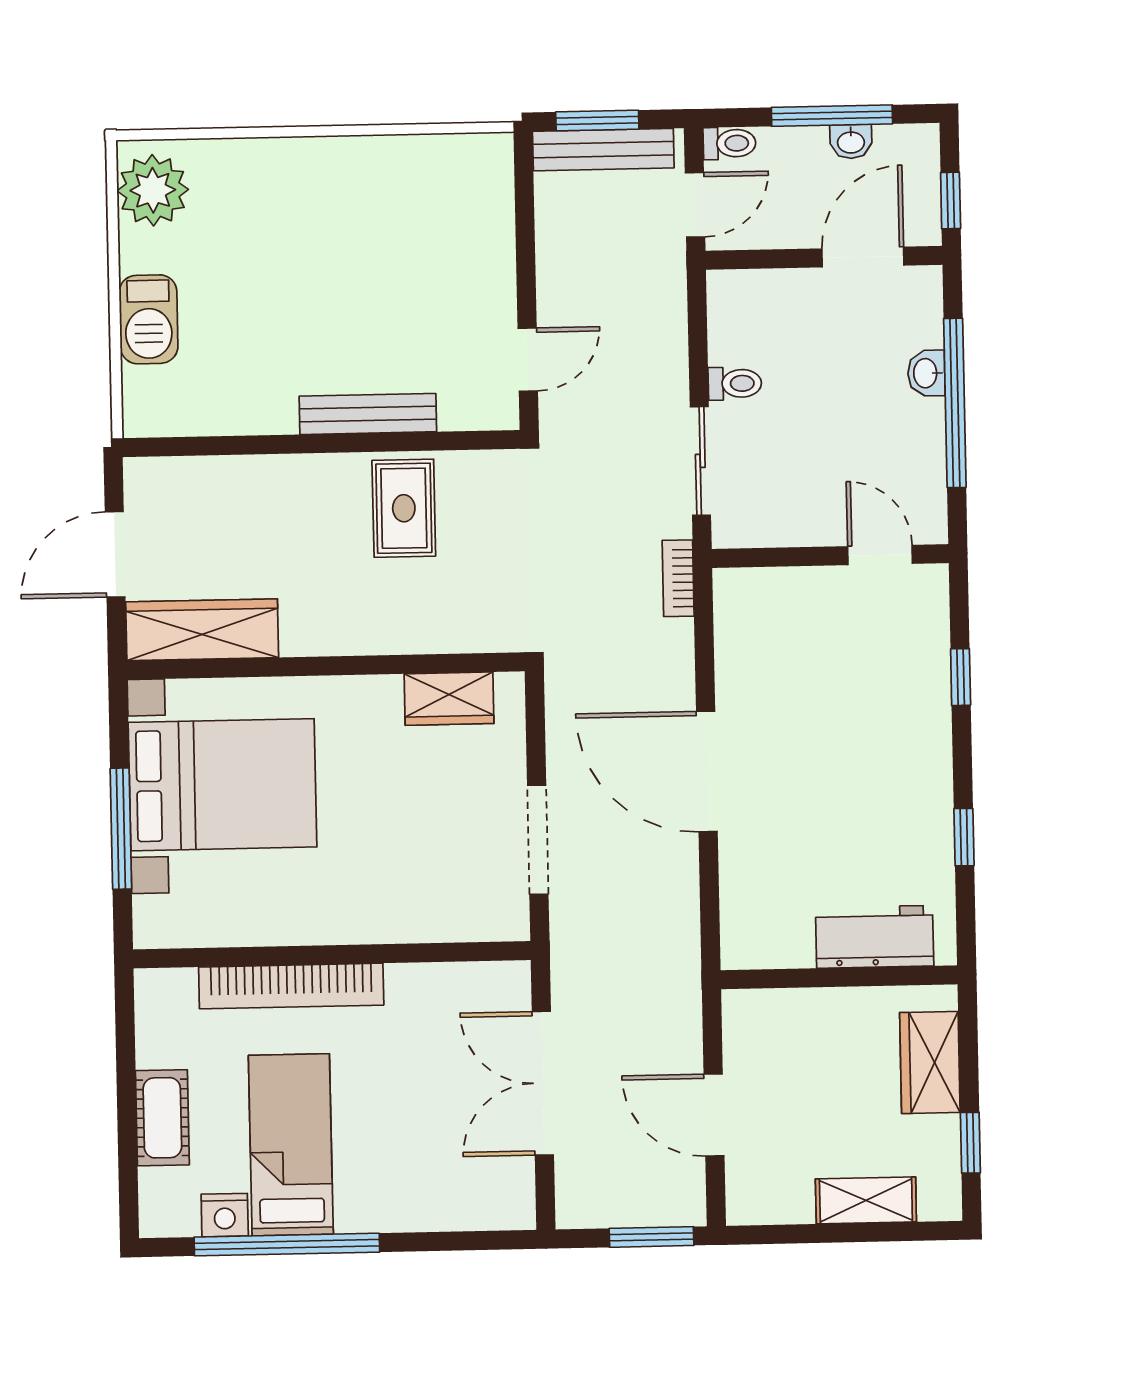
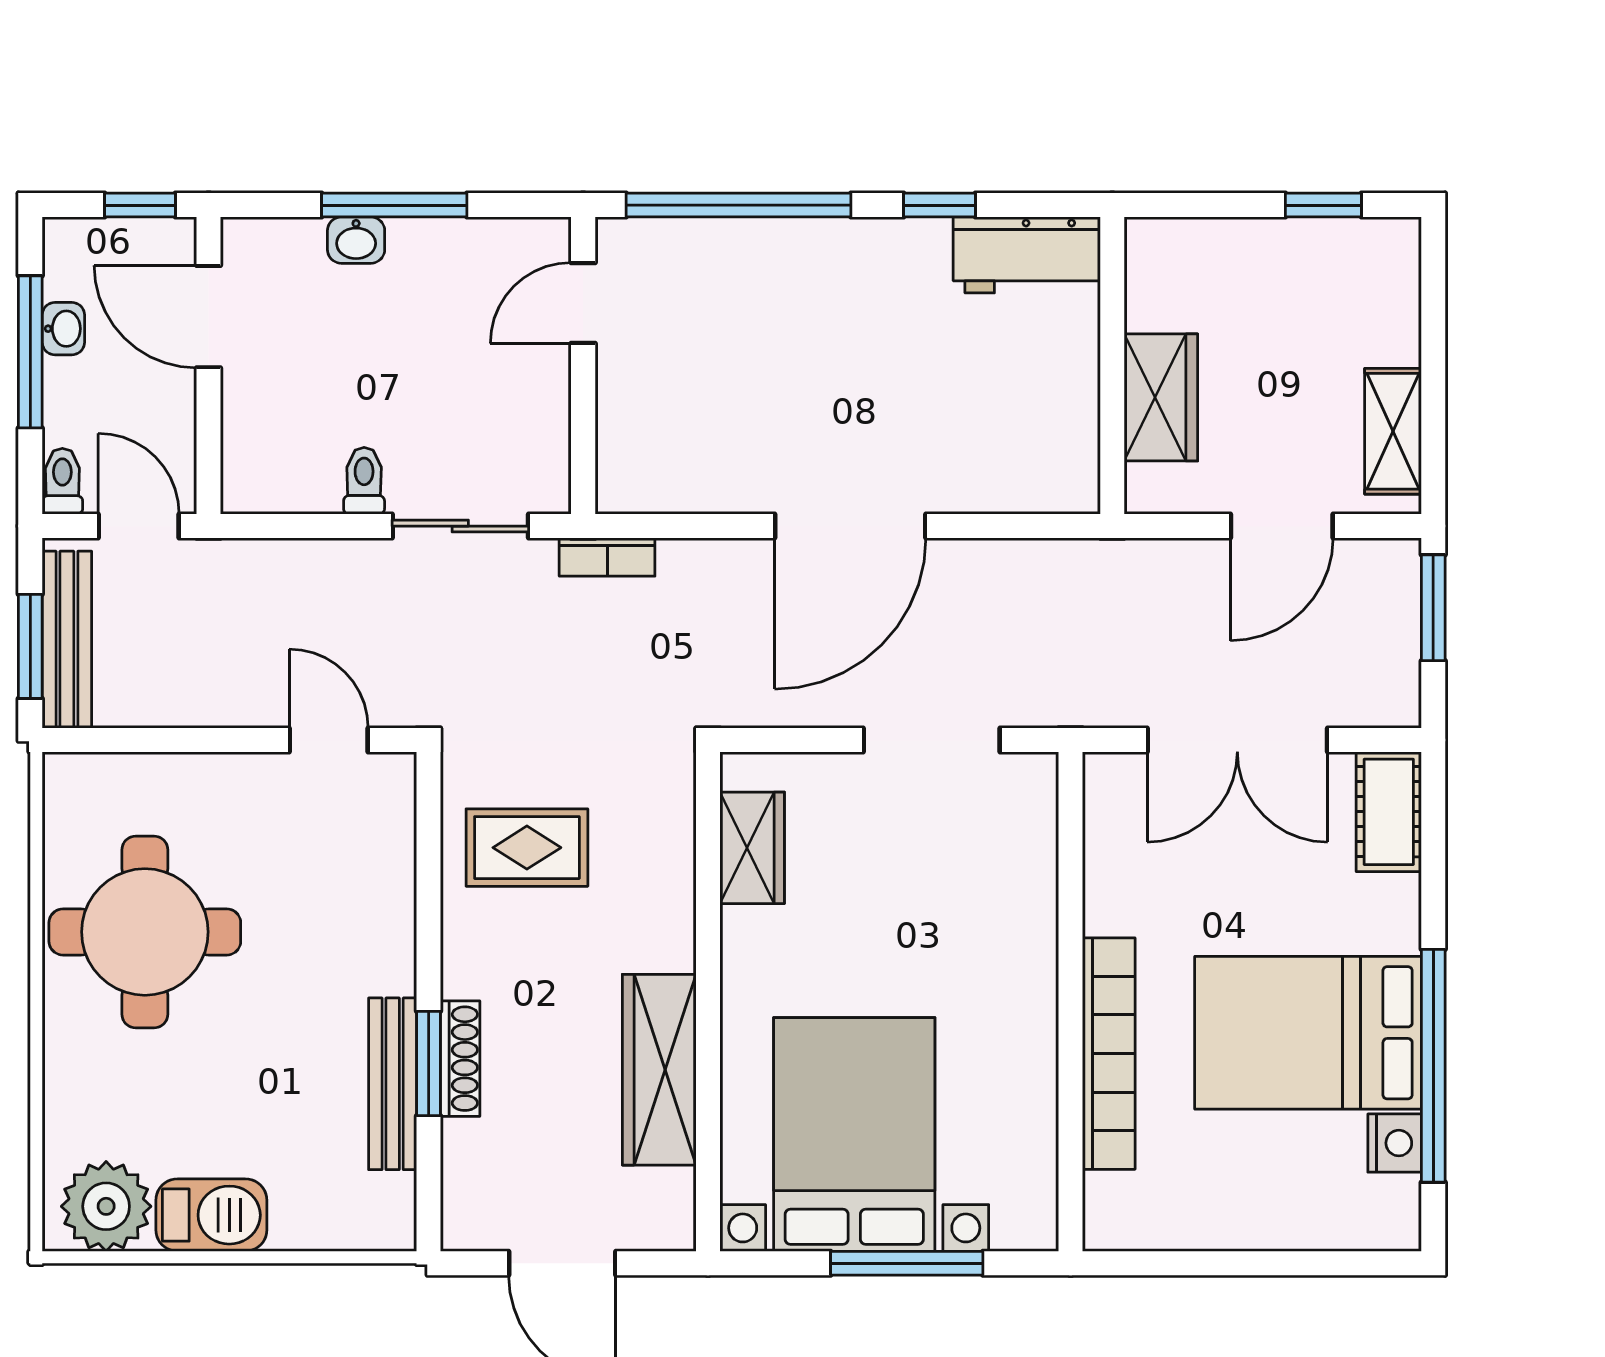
round table: (372, 216) -> (145, 932), added
barbecue: (149, 319) -> (211, 1215), moved
window: (955, 403) -> (394, 205), width x0.68
bench: (368, 414) -> (393, 1084), moved
window: (272, 445) -> (429, 1063), added
shoe rack: (276, 470) -> (460, 1059), added
rug: (404, 508) -> (527, 848), moved
wardrobe: (202, 630) -> (659, 1070), moved
window: (961, 677) -> (738, 205), width x3.17
workbench: (875, 937) -> (1027, 255), moved, turned -90
wardrobe: (930, 1062) -> (1161, 397), moved, turned -90
cot: (162, 1118) -> (1389, 812), moved, turned 90
bed: (291, 1145) -> (1308, 1033), width x1.50
shelving: (866, 1200) -> (1393, 431), moved

